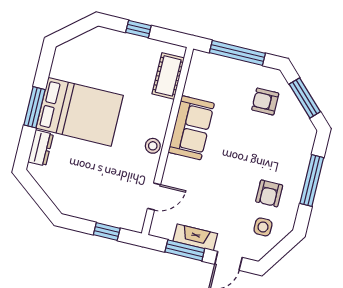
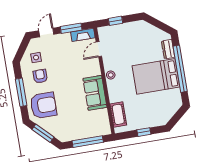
armchair: (265, 101) -> (43, 105), moved, width x1.88, depth x1.88
window: (35, 107) -> (180, 69), width x2.11
fireplace: (195, 237) -> (83, 35), moved

